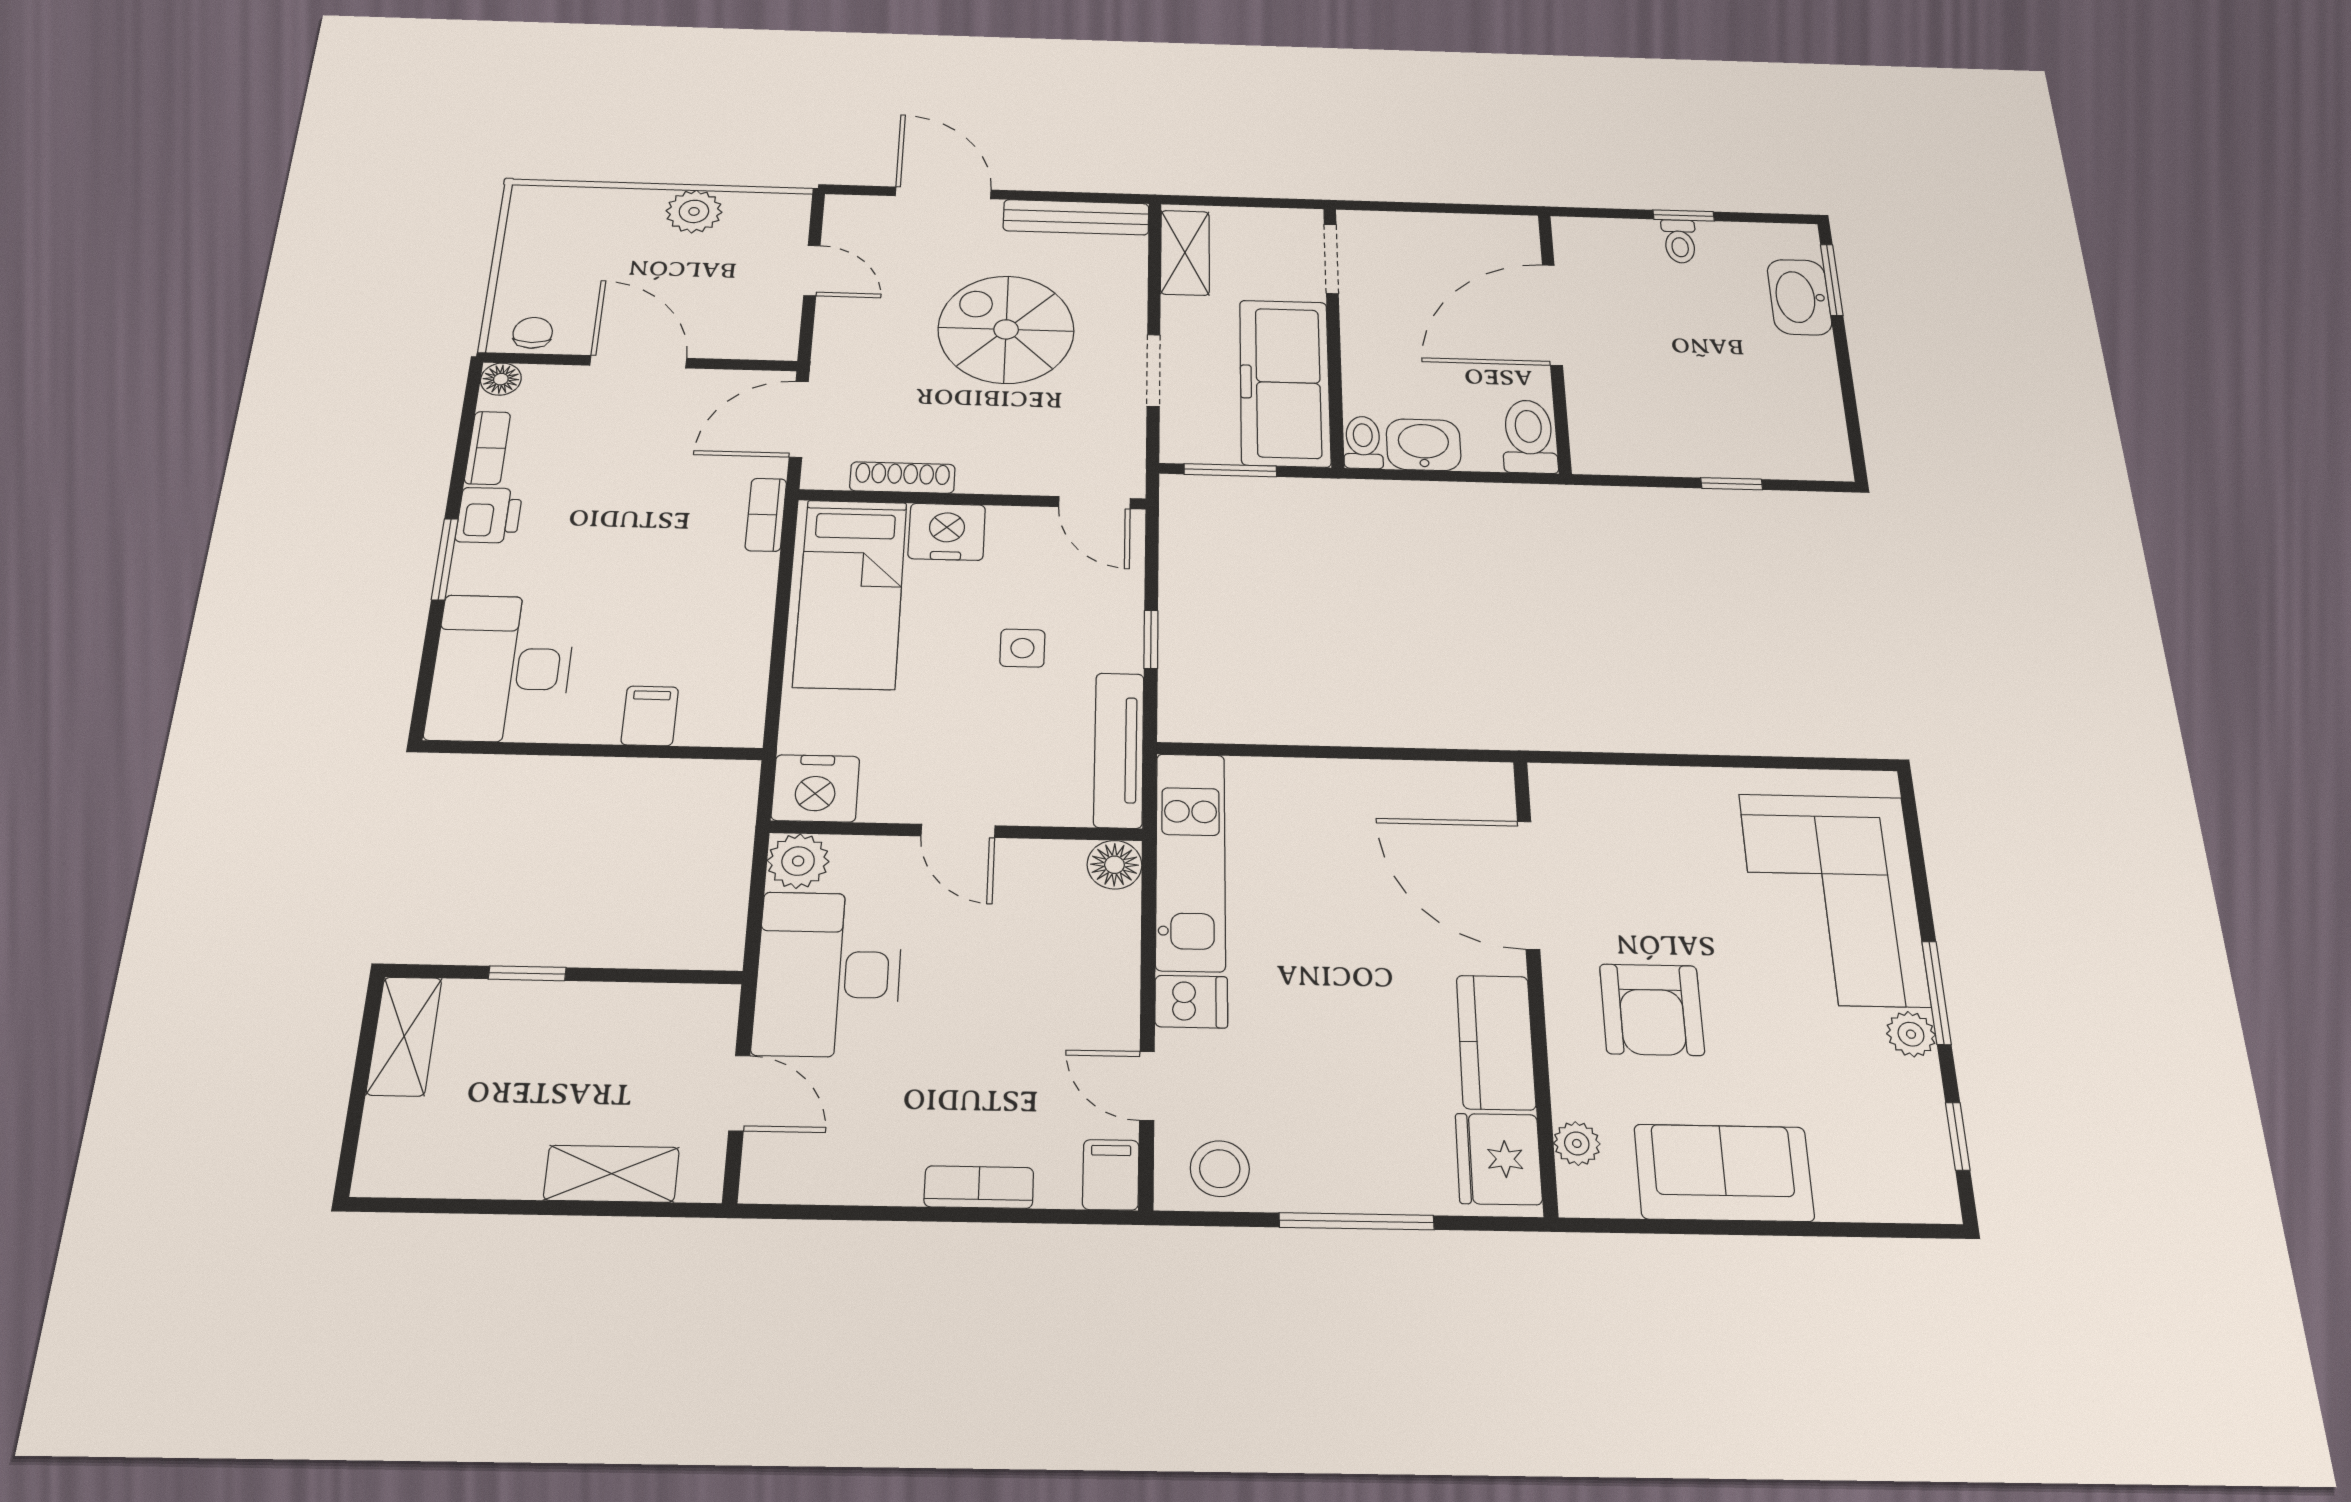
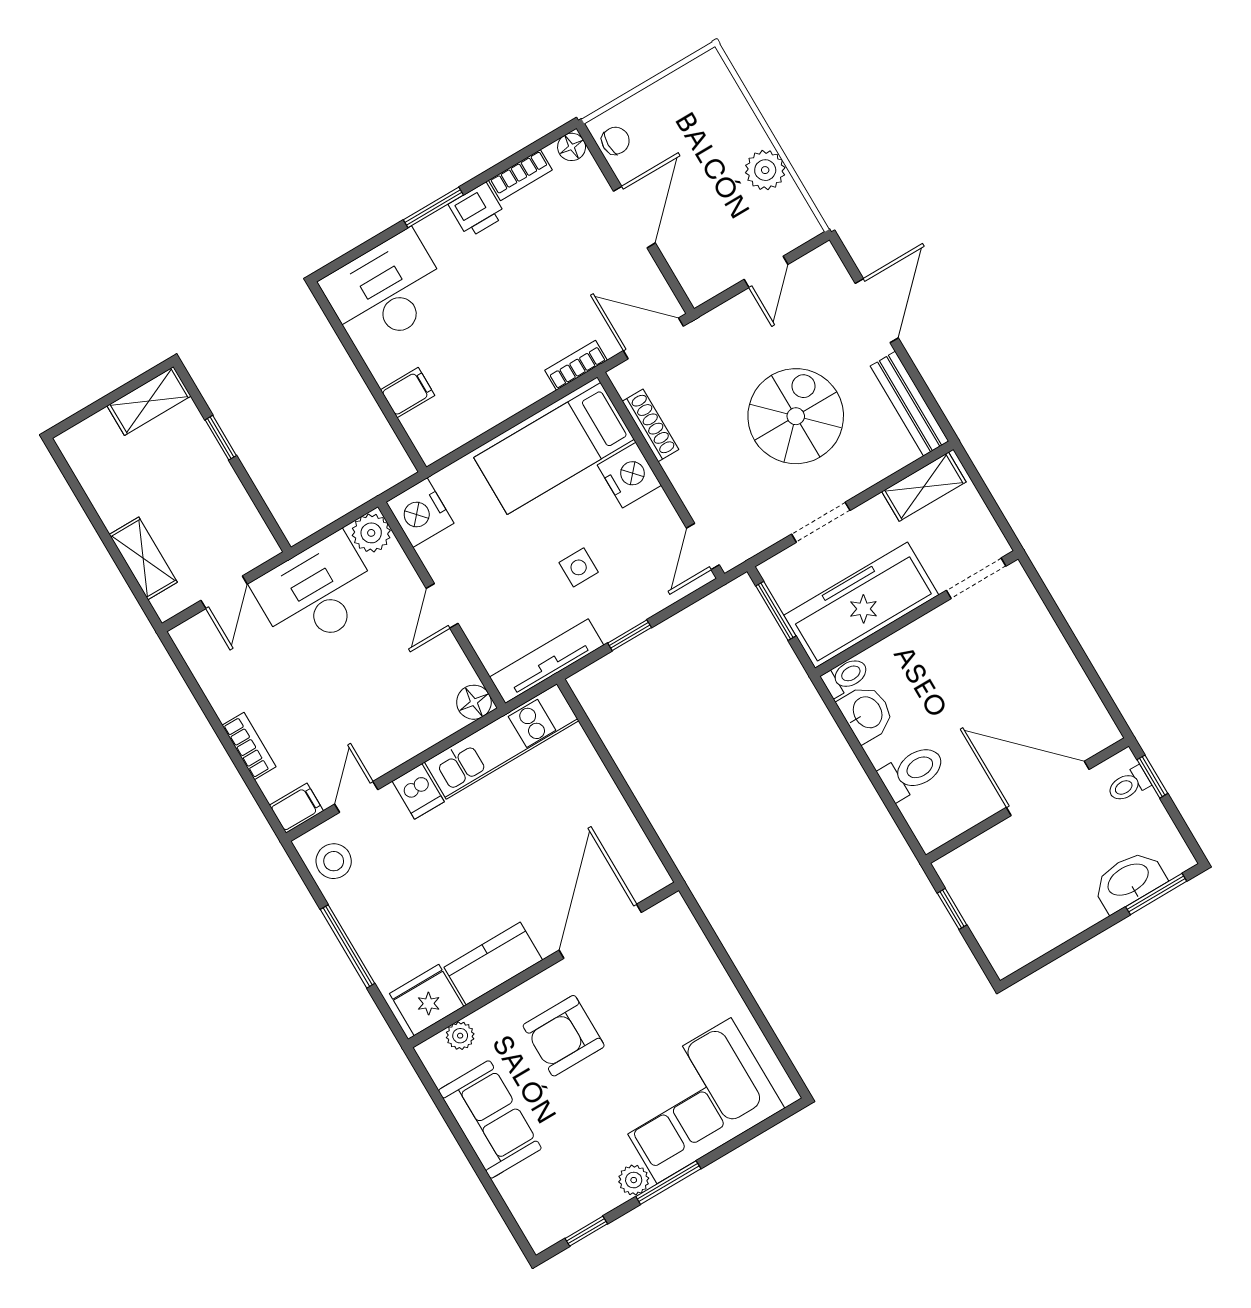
door: (1552, 315) -> (1048, 788), moved
wall: (1555, 341) -> (1027, 801), moved

